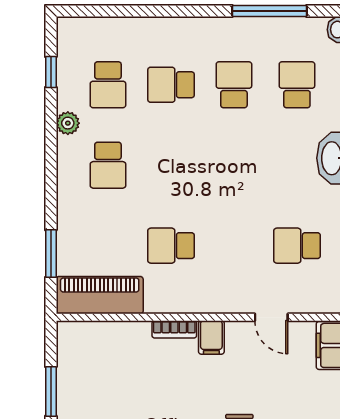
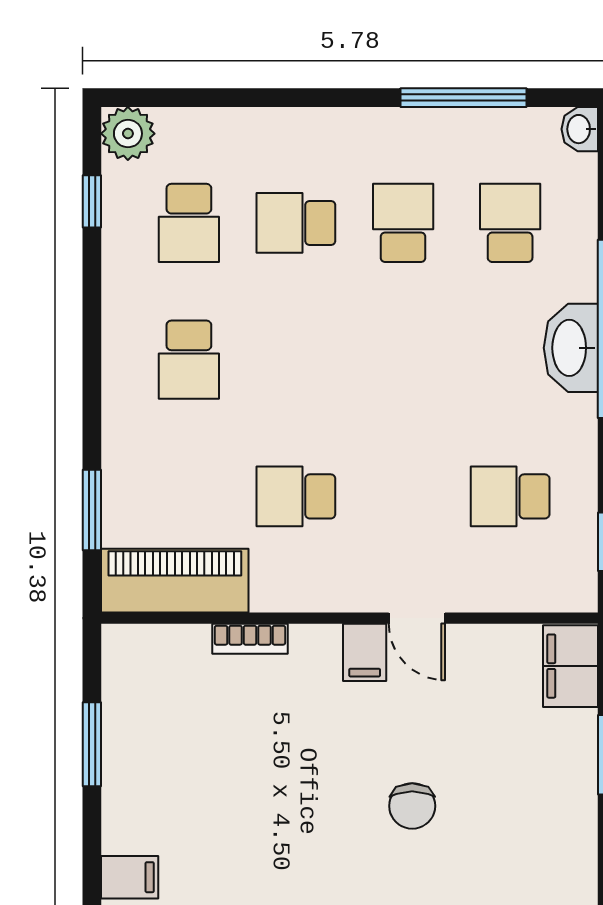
plant: (68, 123) -> (128, 134), moved, width x1.38, depth x1.38
door: (271, 317) -> (417, 618), moved
bookcase: (174, 329) -> (250, 639), moved

